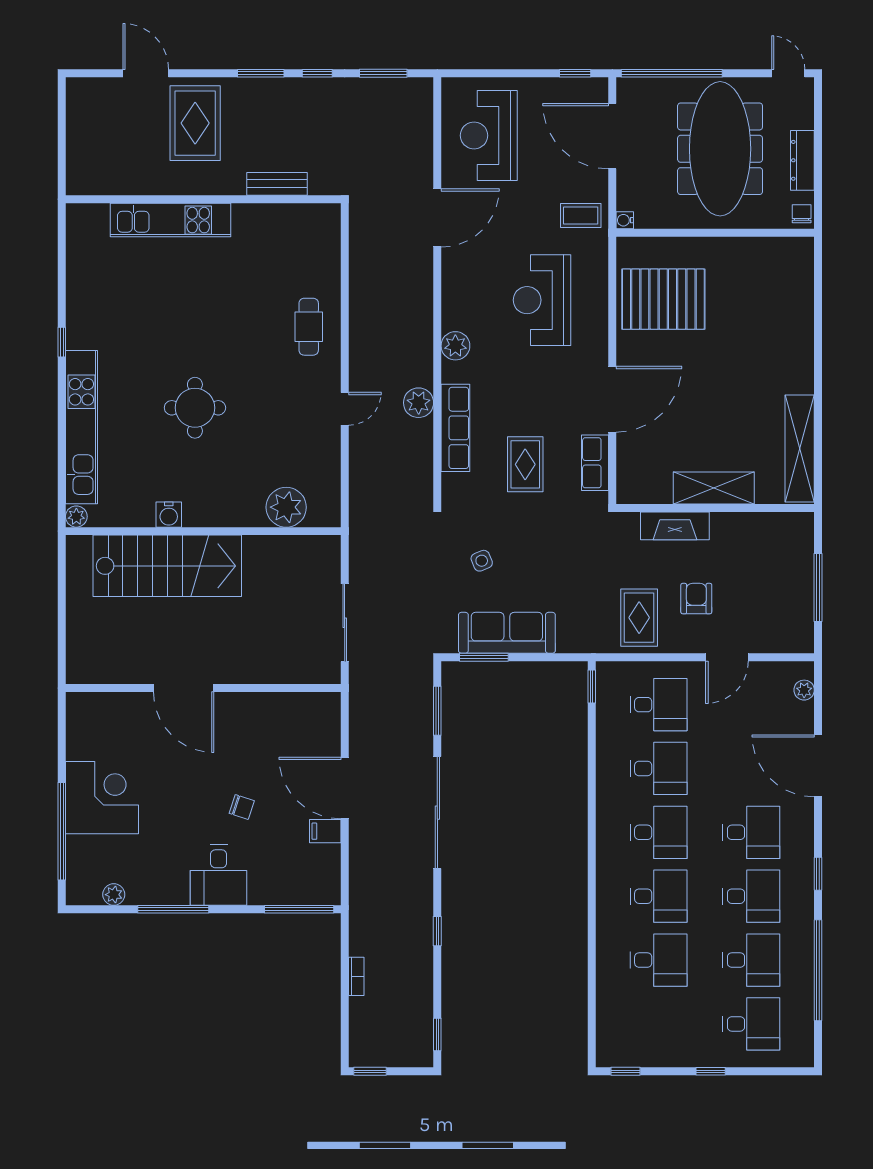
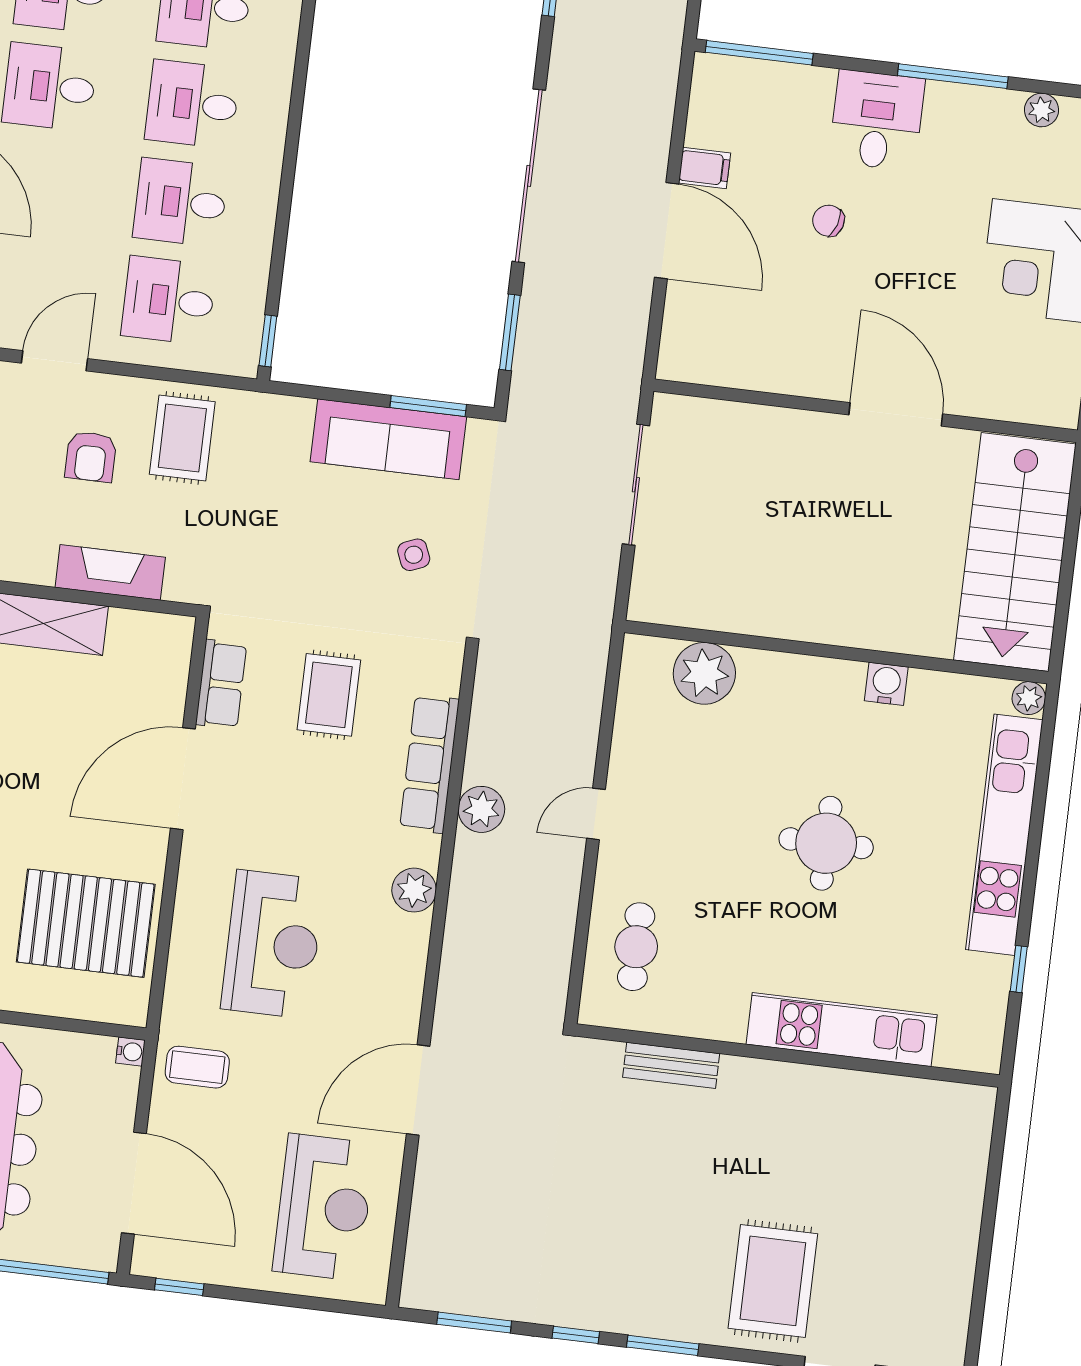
bench: (277, 184) -> (671, 1065), moved
wall: (203, 199) -> (788, 1056), moved
kitchen unit: (171, 220) -> (842, 1030), moved
stairs: (167, 566) -> (1015, 552), moved, turned -90

